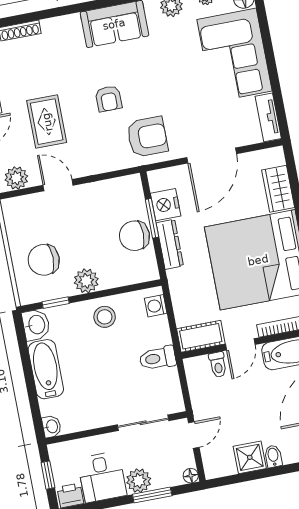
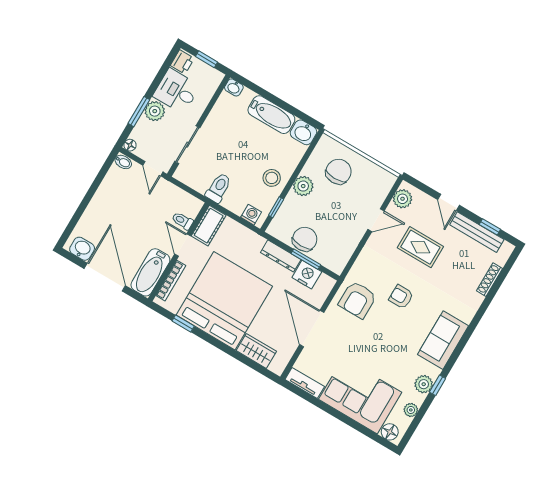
window: (56, 303) -> (276, 207), moved
bidet: (273, 456) -> (123, 162), moved
shower: (250, 457) -> (110, 191), removed

